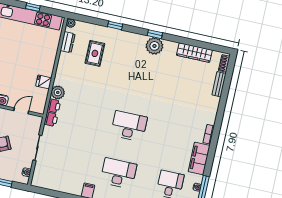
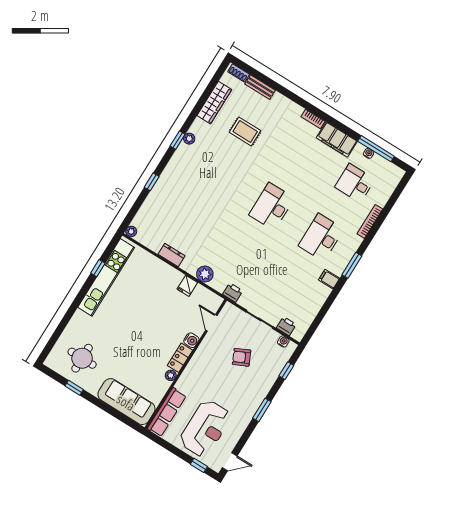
dresser: (68, 42) -> (172, 255), moved
plant: (154, 46) -> (189, 139), width x0.53, depth x0.53
rug: (95, 53) -> (245, 131), moved
printer: (54, 106) -> (286, 326), moved

